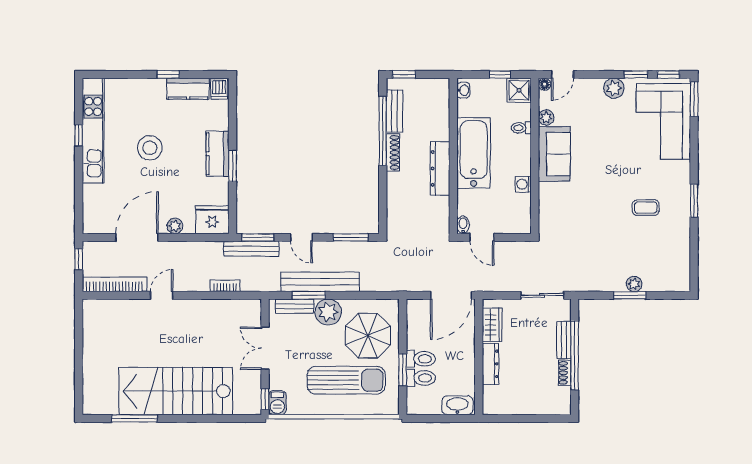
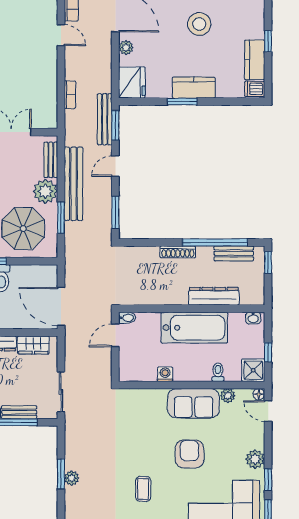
shoe rack: (393, 152) -> (178, 252), moved
armchair: (608, 158) -> (189, 454), added
dresser: (440, 168) -> (214, 296), moved
window: (309, 295) -> (61, 218), moved

